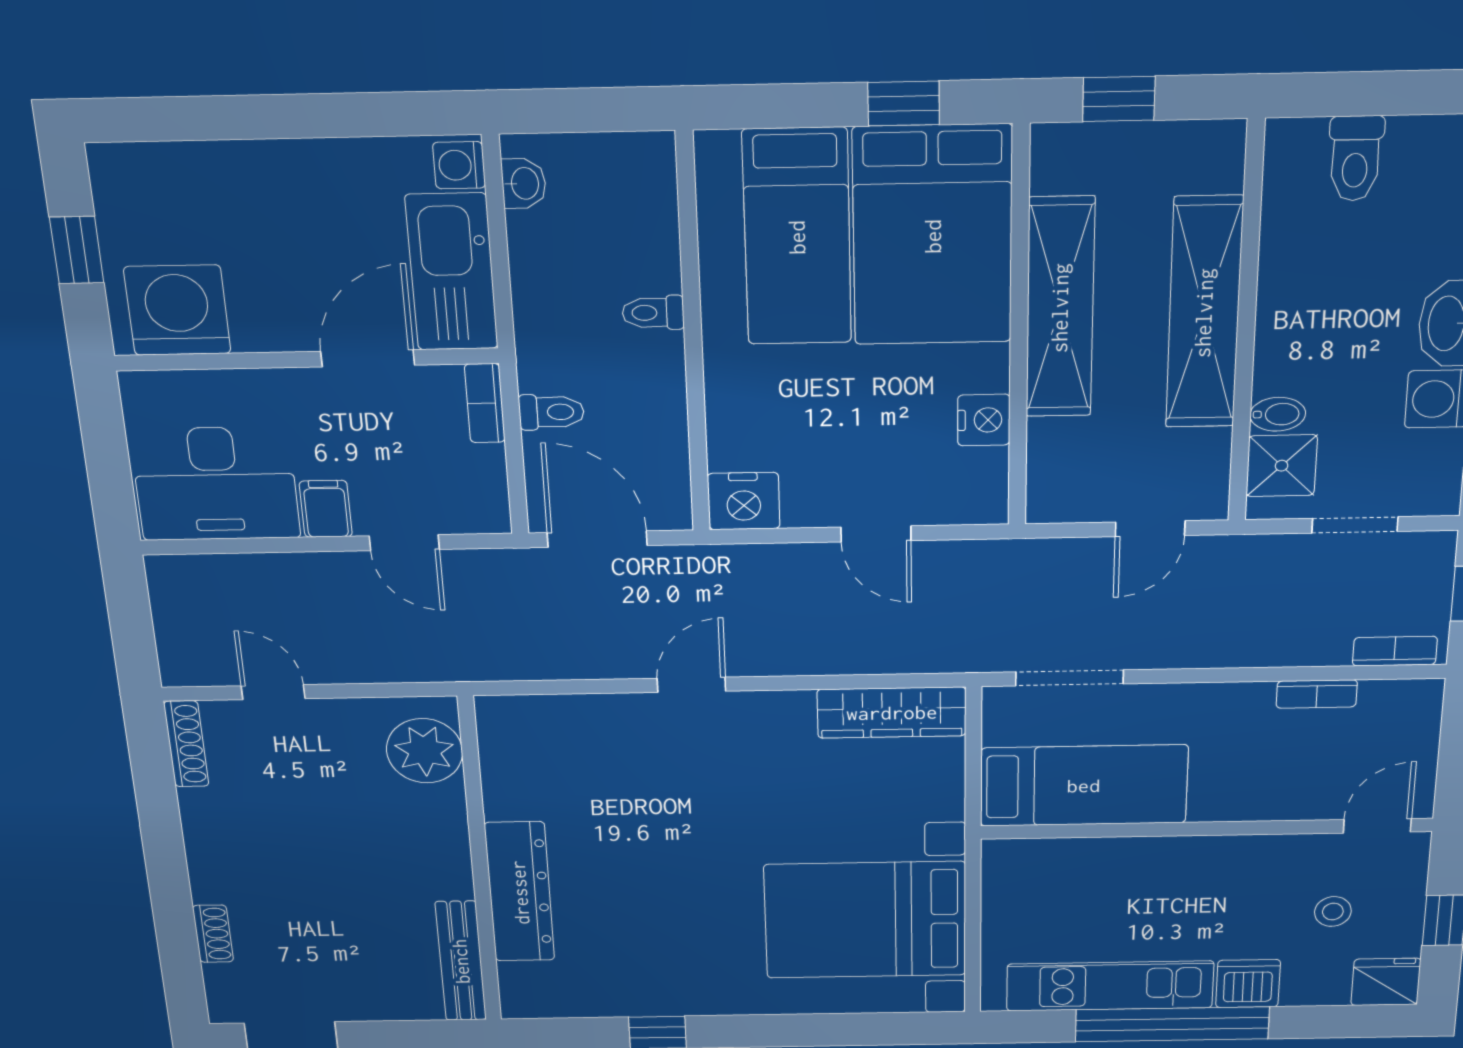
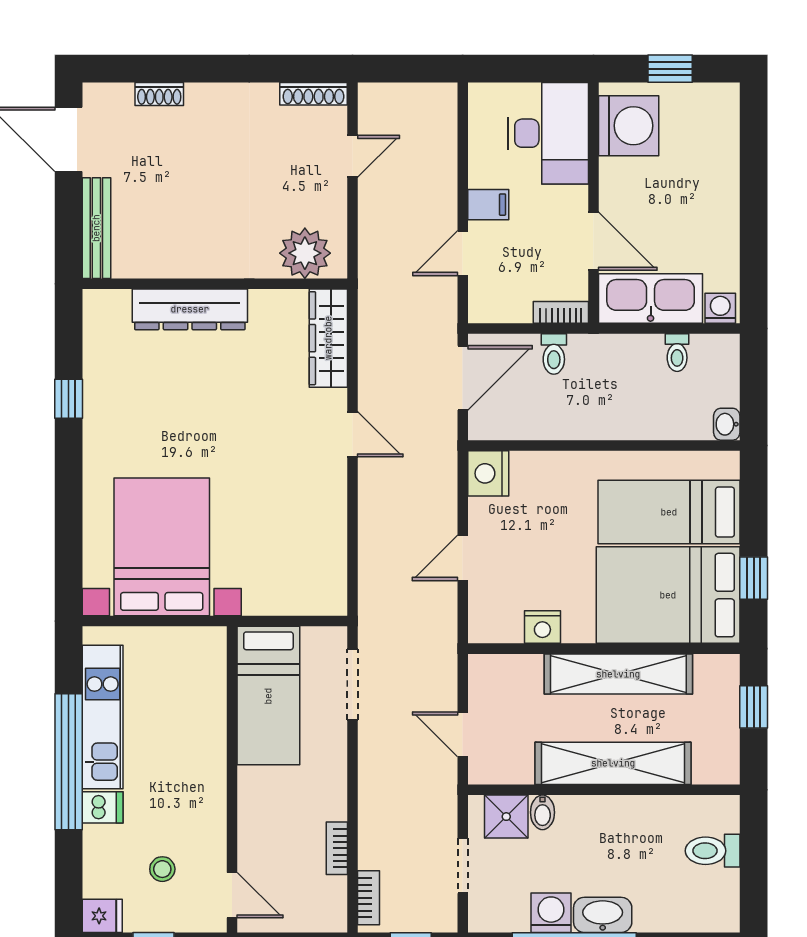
washbasin: (524, 183) -> (727, 424), moved, turned 90
toilet: (653, 313) -> (677, 353), moved, turned 180
desk: (215, 484) -> (548, 133), moved, turned 180
wardrobe: (892, 713) -> (328, 338), moved
bench: (461, 961) -> (96, 228), moved, turned 90
fridge: (1386, 982) -> (102, 916), width x0.72
dishwasher: (1248, 984) -> (103, 807), width x0.73

